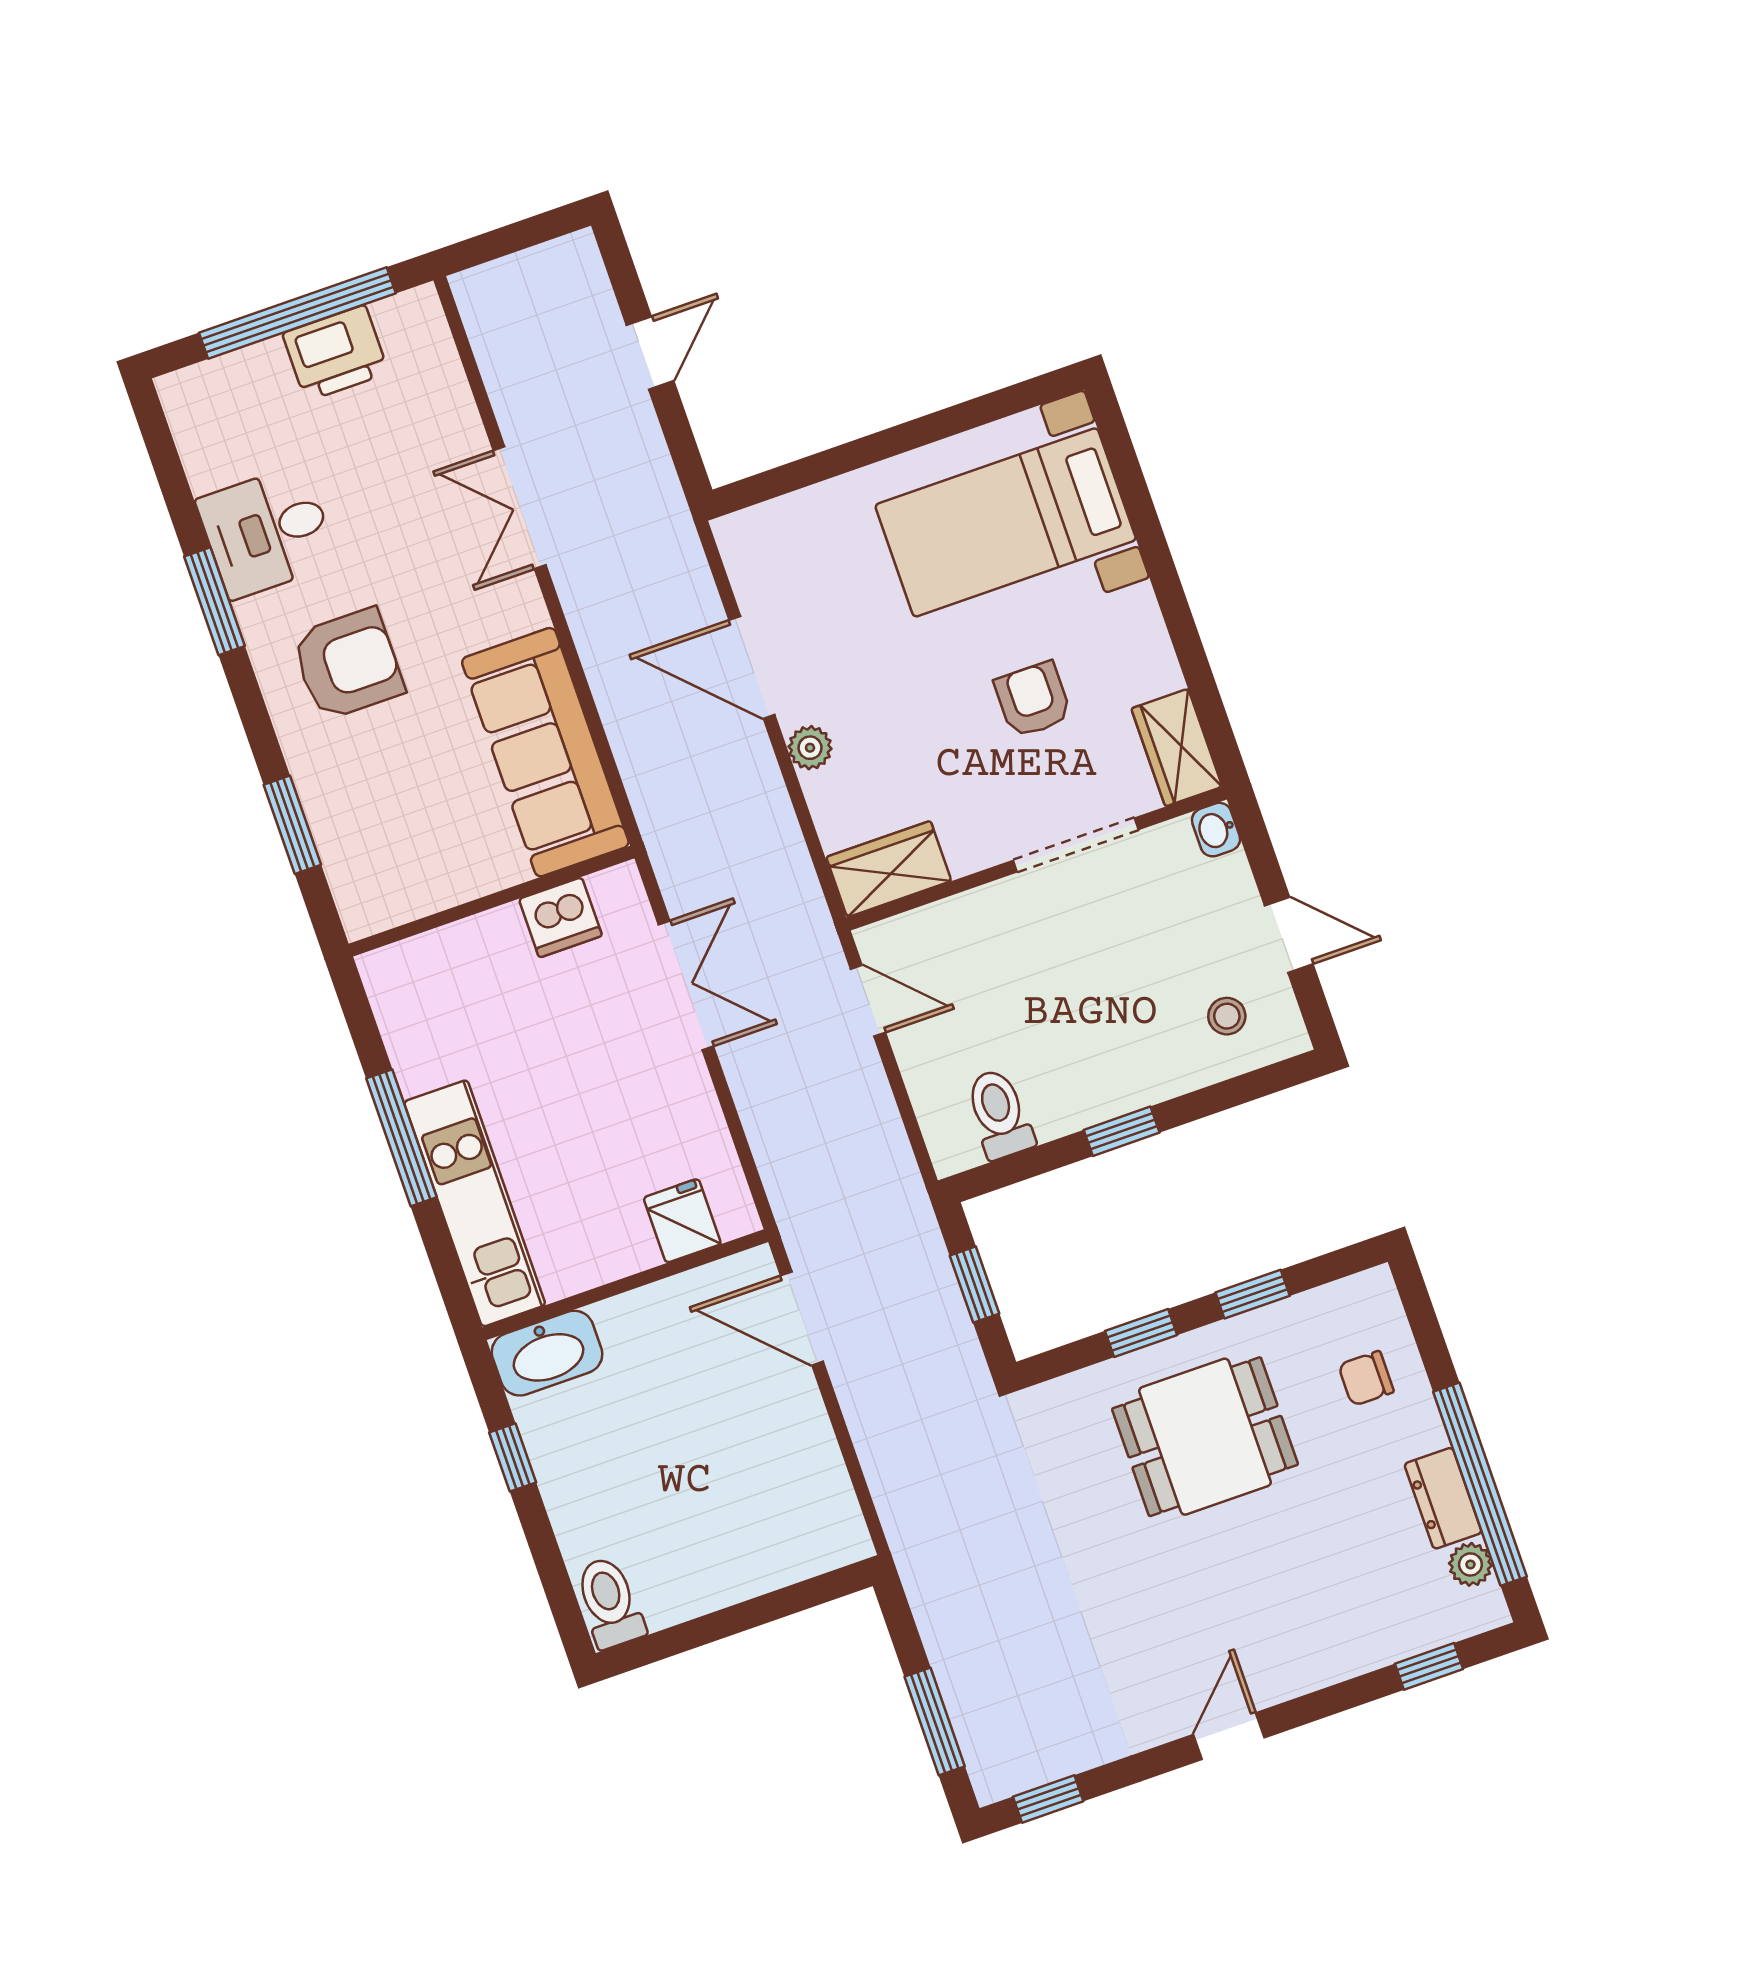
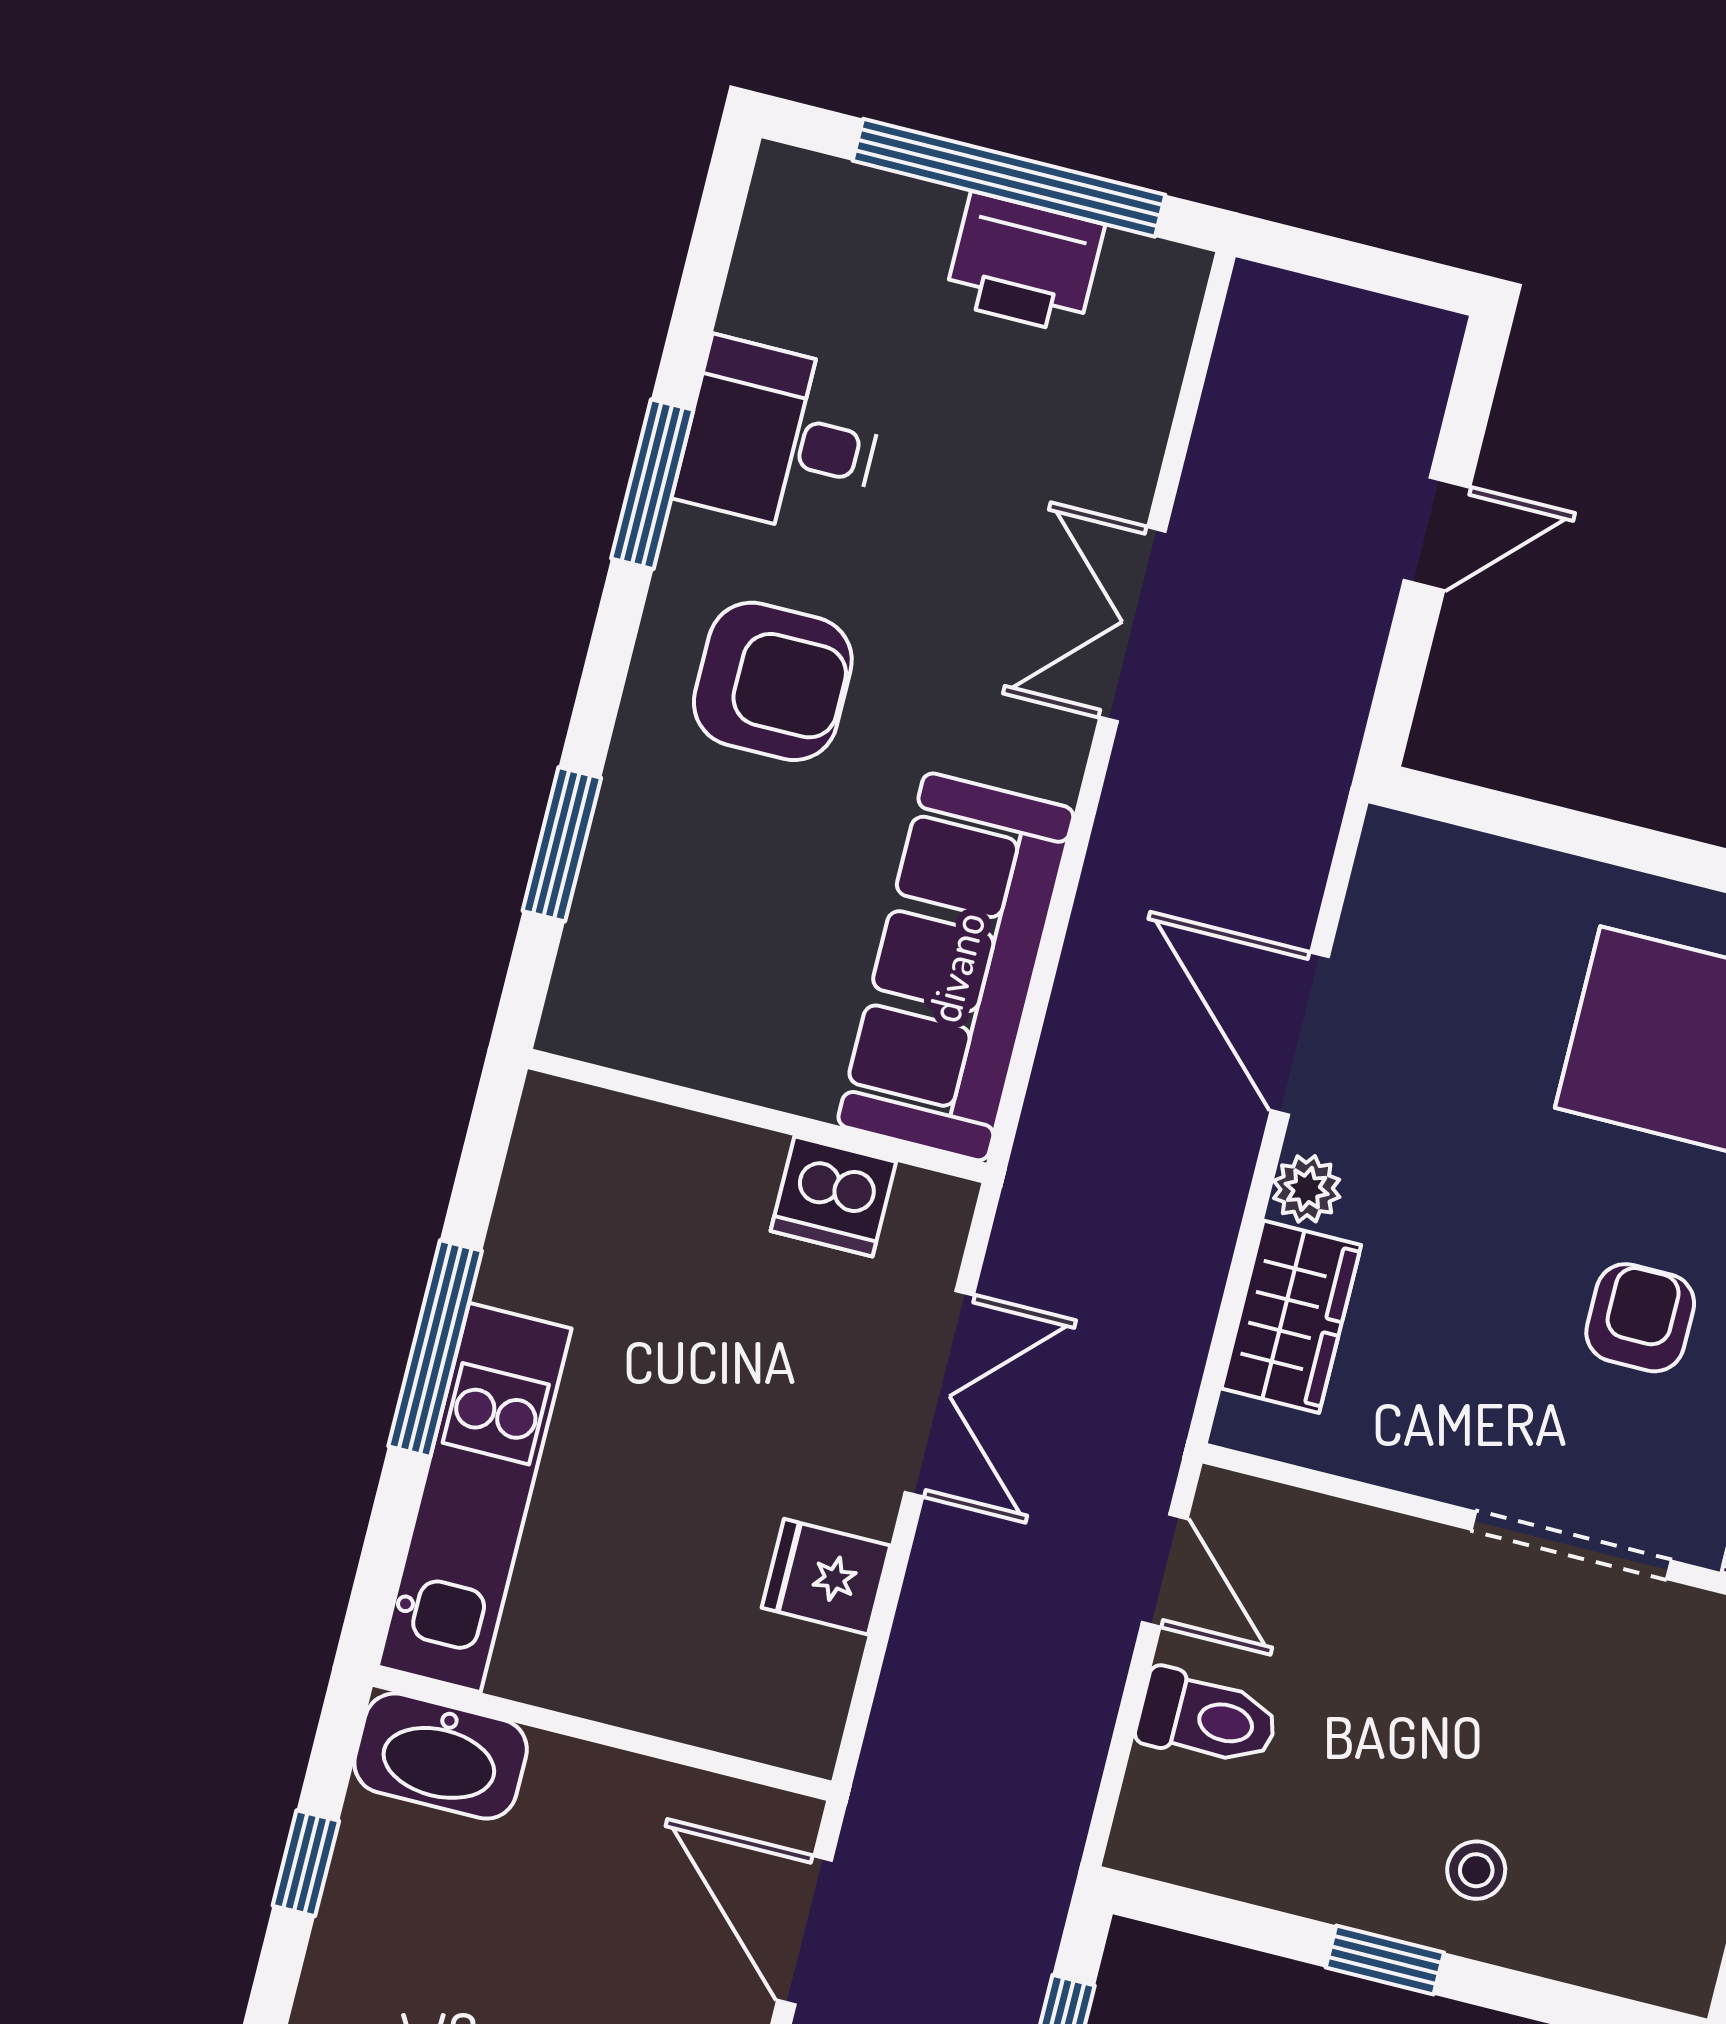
wardrobe: (889, 869) -> (1291, 1317), moved, turned 90
stool: (1227, 1016) -> (1476, 1870), moved
toilet: (999, 1114) -> (1207, 1718), moved, turned 90
fridge: (682, 1221) -> (826, 1577), moved, turned -90

